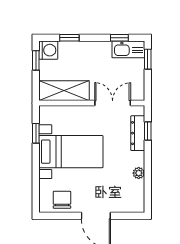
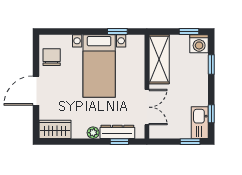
plant: (139, 173) -> (93, 133), moved
wardrobe: (135, 196) -> (55, 129), added
chair: (62, 200) -> (52, 57), turned -90

